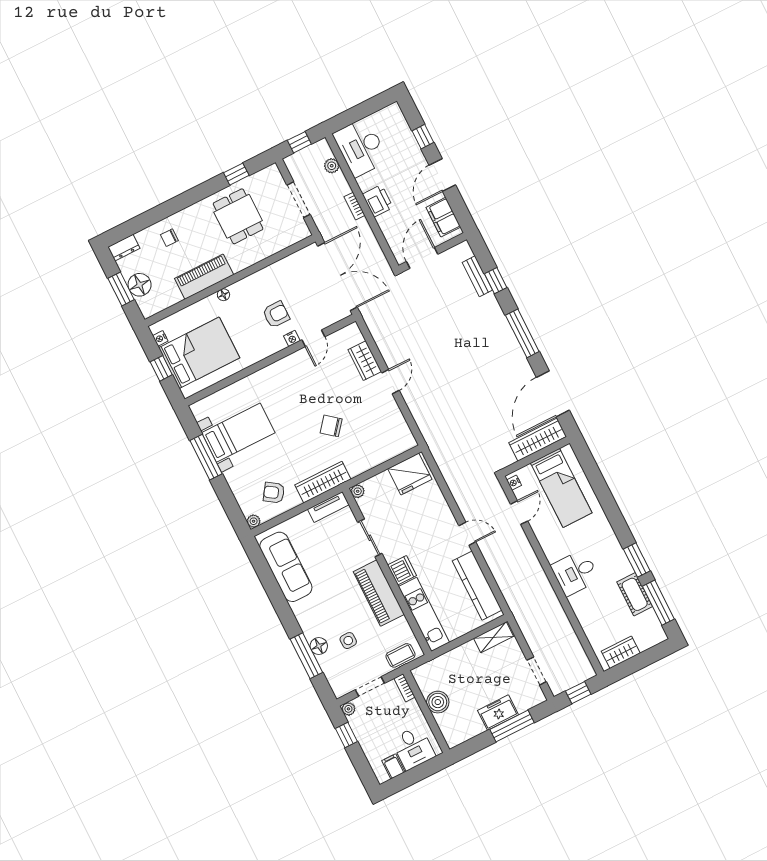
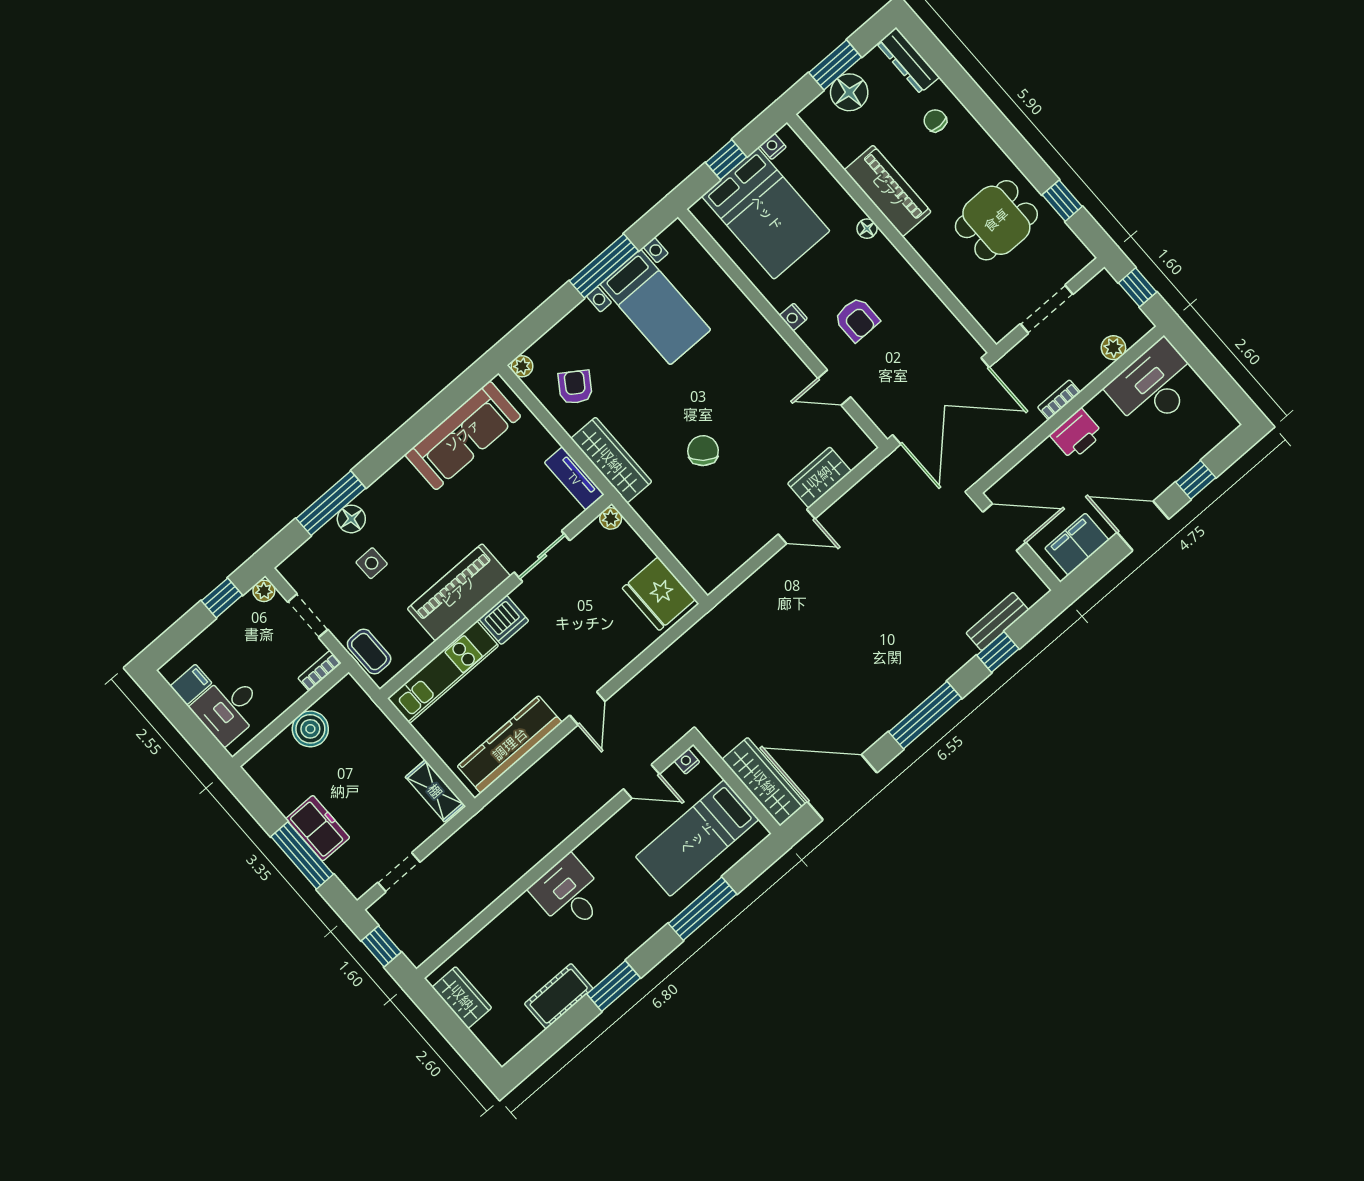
dresser: (124, 248) -> (908, 60), width x1.44
nightstand: (292, 338) -> (793, 317), moved
window: (658, 603) -> (703, 909), moved

